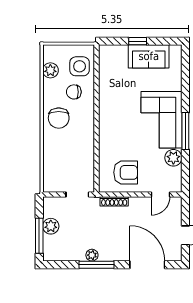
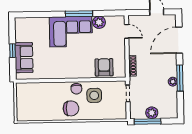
sofa: (149, 56) -> (24, 58), moved
side table: (80, 66) -> (94, 95), moved
plant: (50, 70) -> (36, 115), removed
chair: (74, 92) -> (76, 89), moved
armchair: (126, 172) -> (104, 67), moved
window: (39, 236) -> (148, 121), moved

